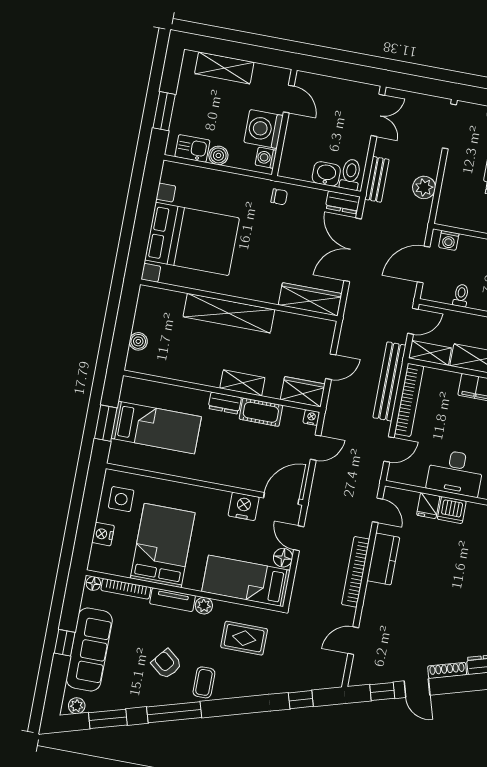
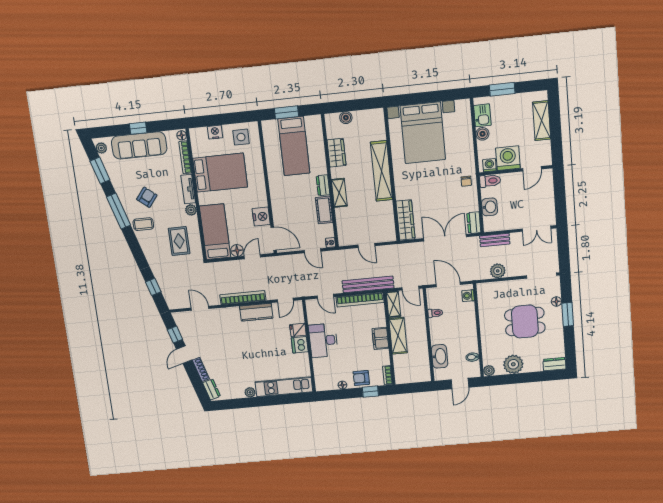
toilet: (351, 174) -> (490, 181), moved
wardrobe: (303, 392) -> (337, 153), moved

